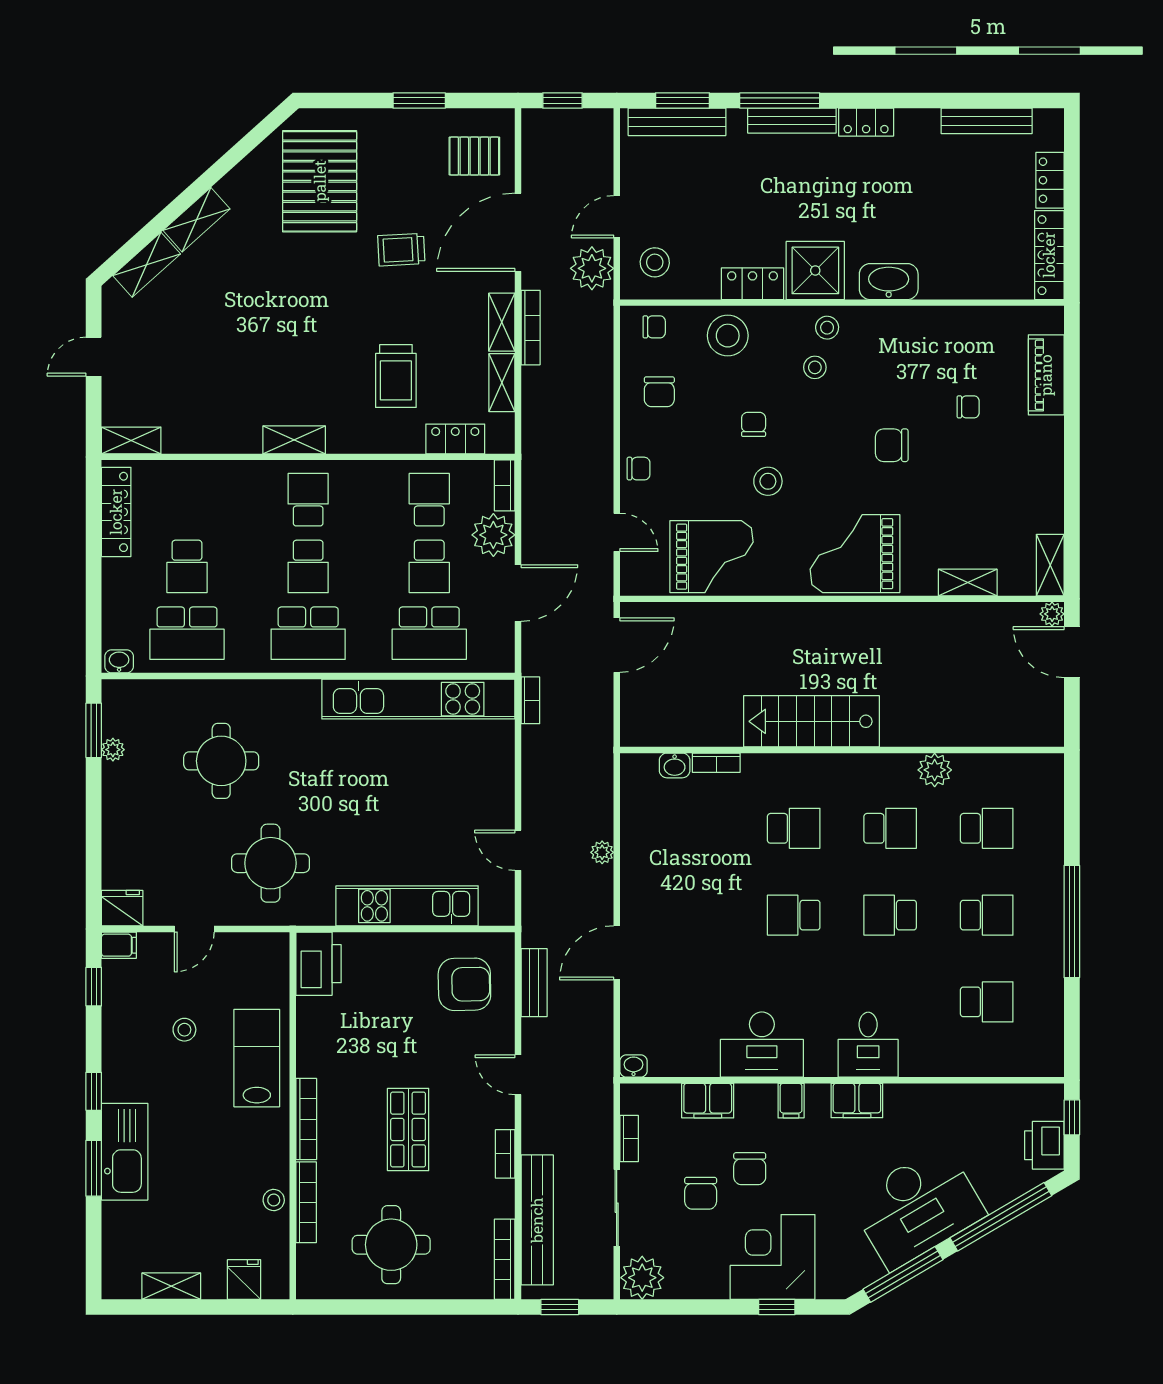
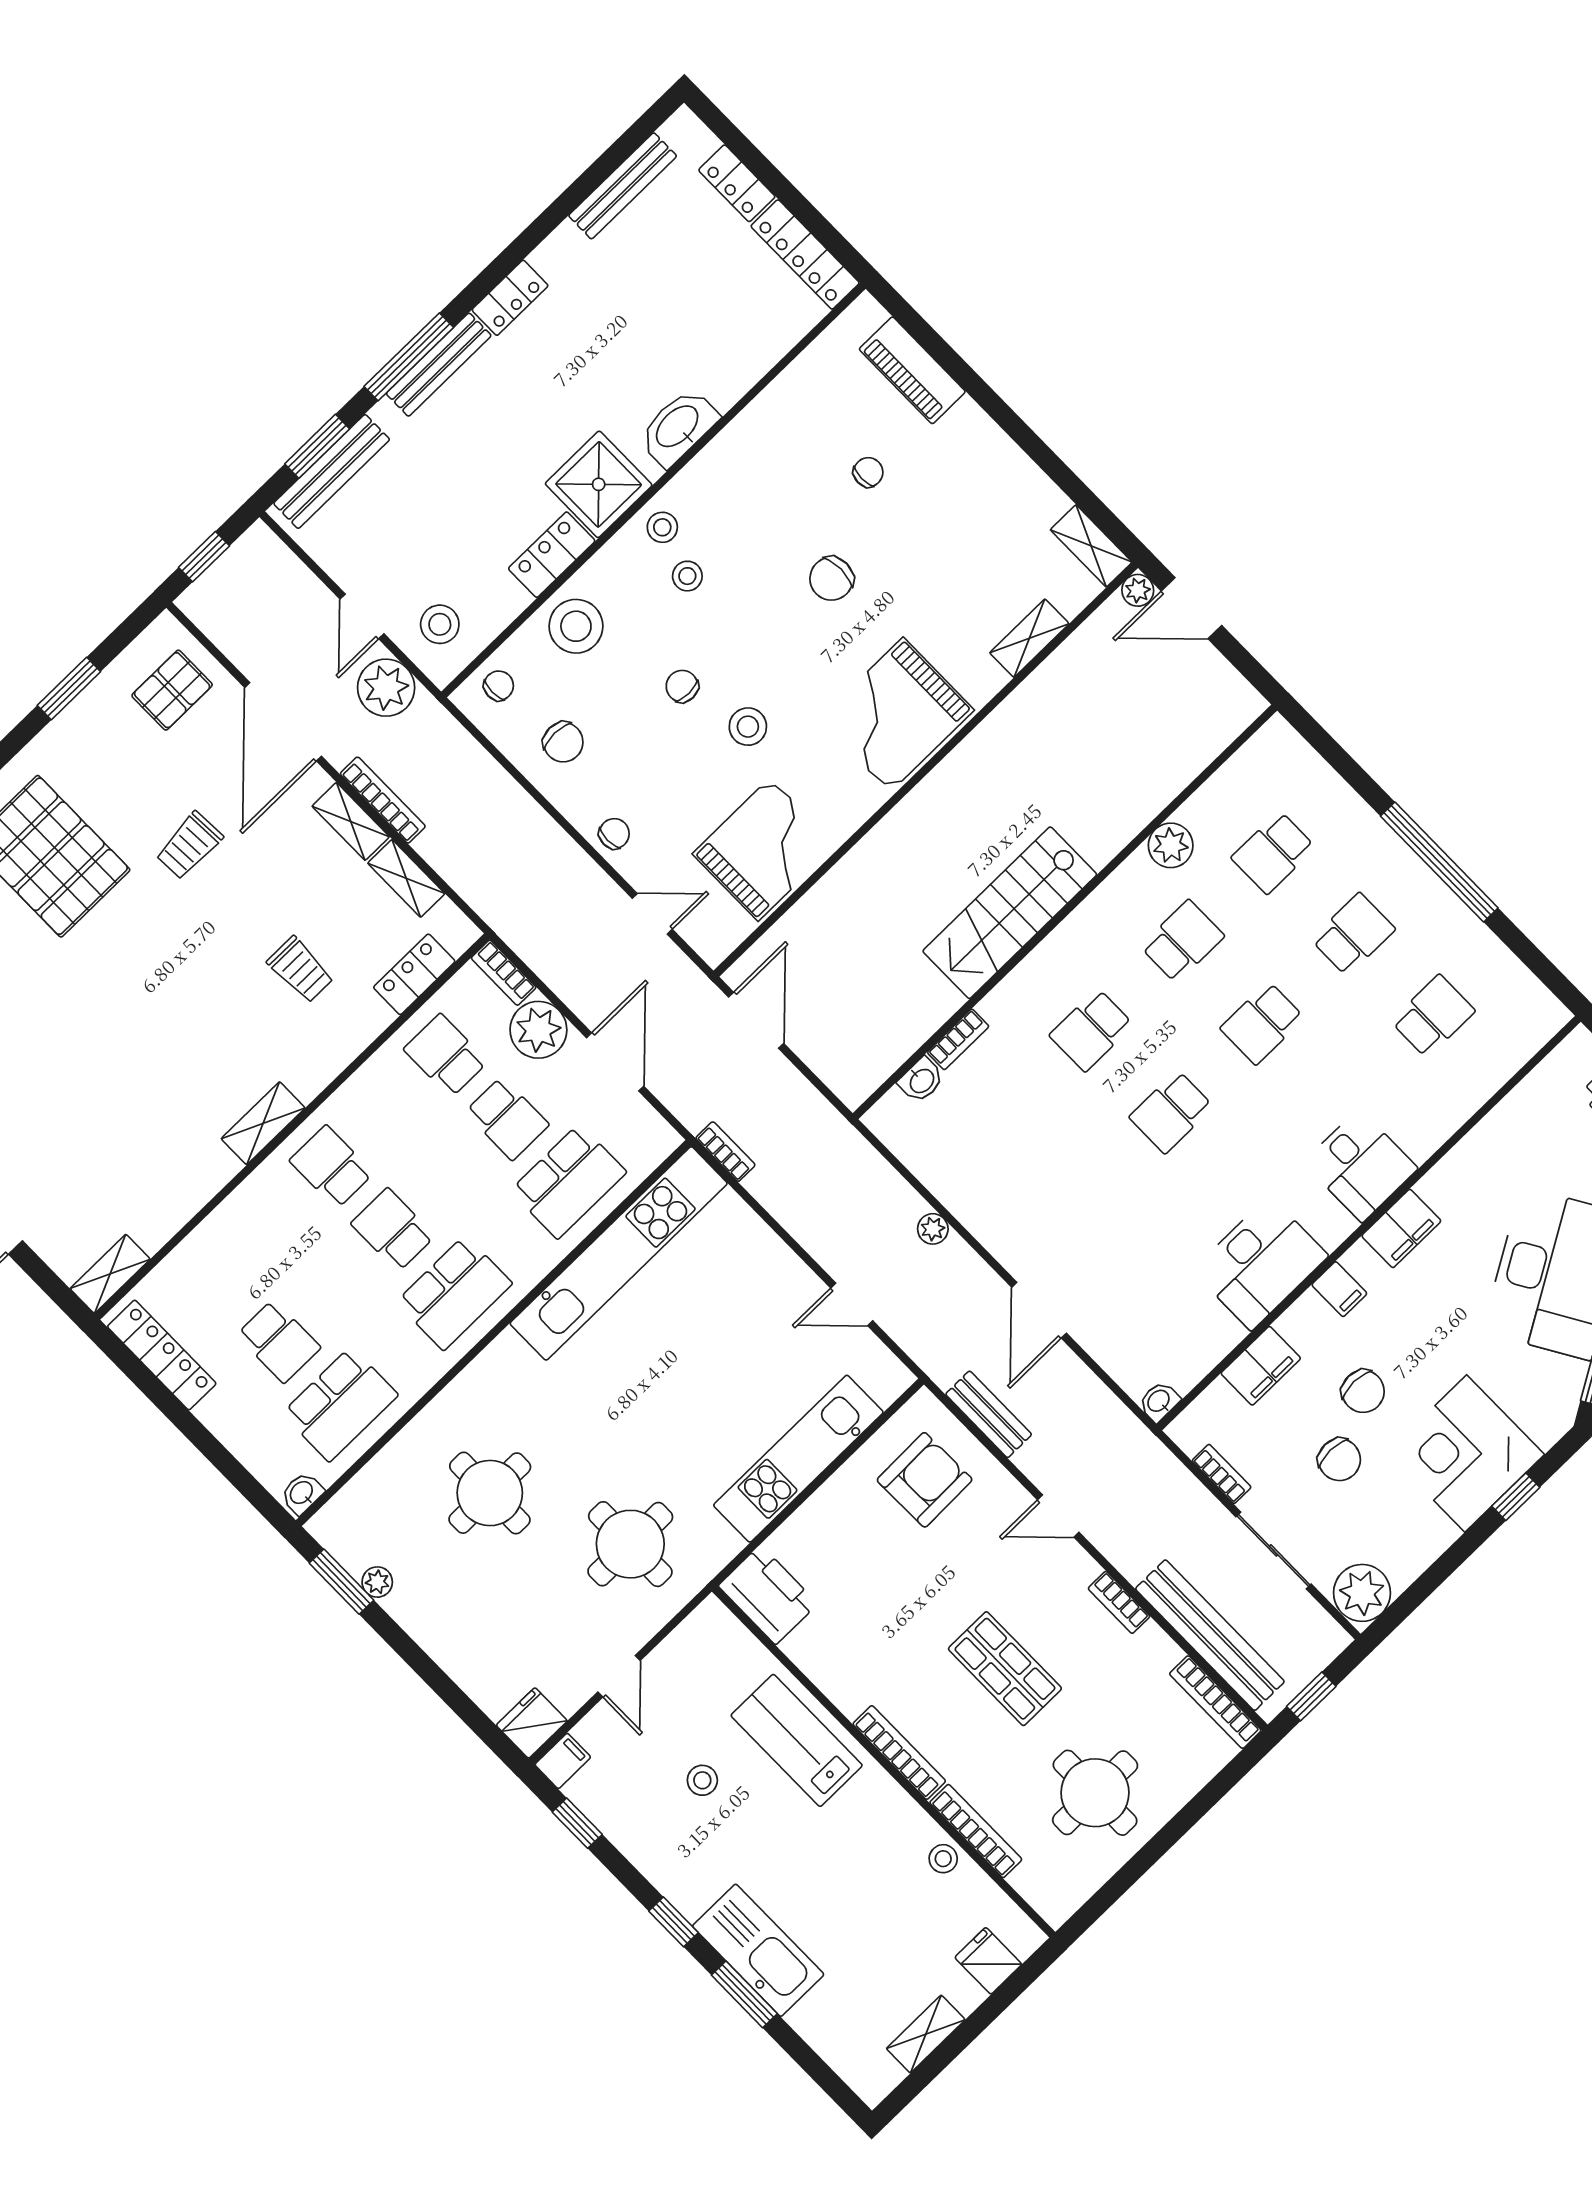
trolley: (396, 376) -> (300, 970), width x0.73, depth x0.72
school desk: (308, 566) -> (393, 1230), turned 180
school desk: (794, 828) -> (1091, 1030), turned 180
school desk: (987, 828) -> (1273, 852), turned 180

